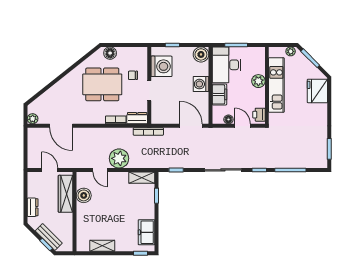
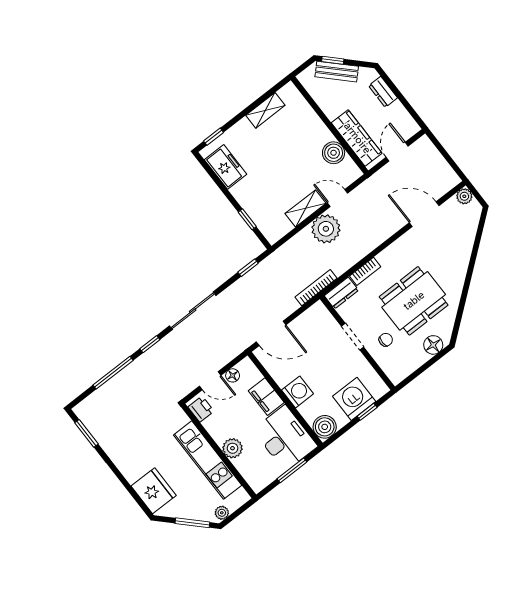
washing machine: (161, 66) -> (354, 399), moved, turned 90
door: (50, 170) -> (397, 152), swing flipped
shelving: (142, 178) -> (305, 208), moved

